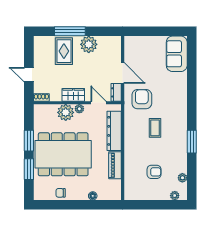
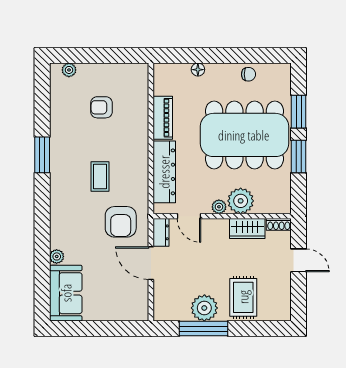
window: (70, 31) -> (204, 329), moved
wardrobe: (73, 95) -> (247, 229), moved
plant: (182, 178) -> (57, 256), moved

